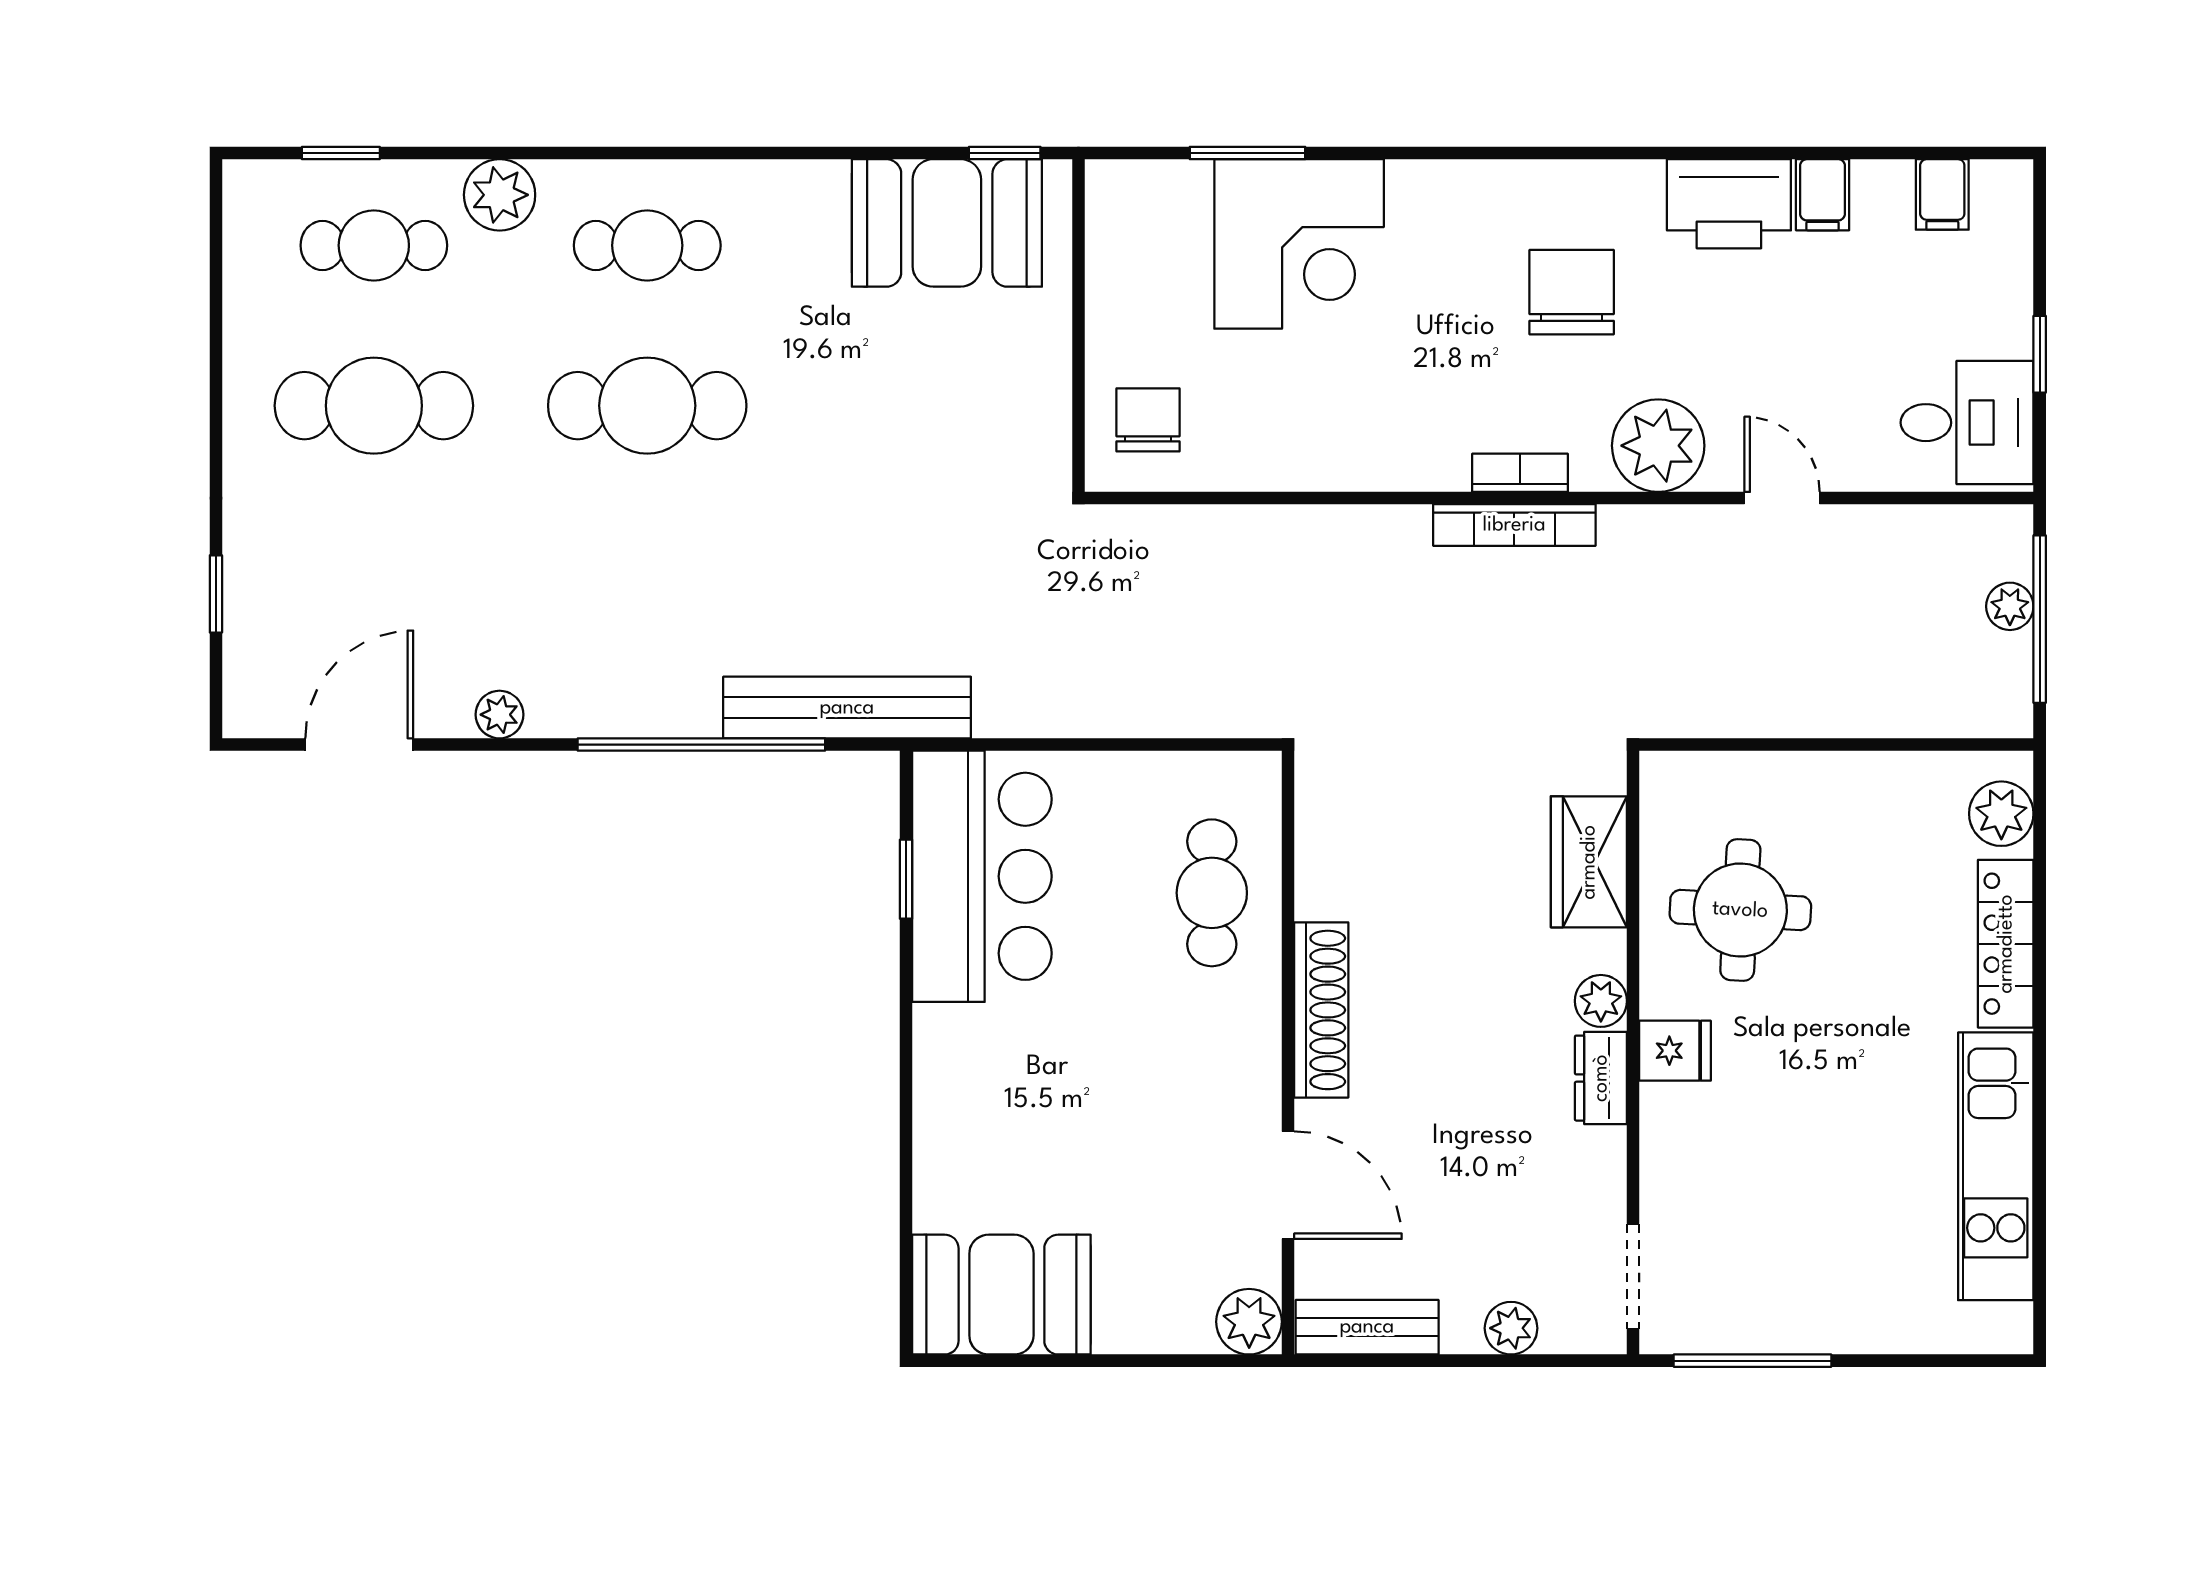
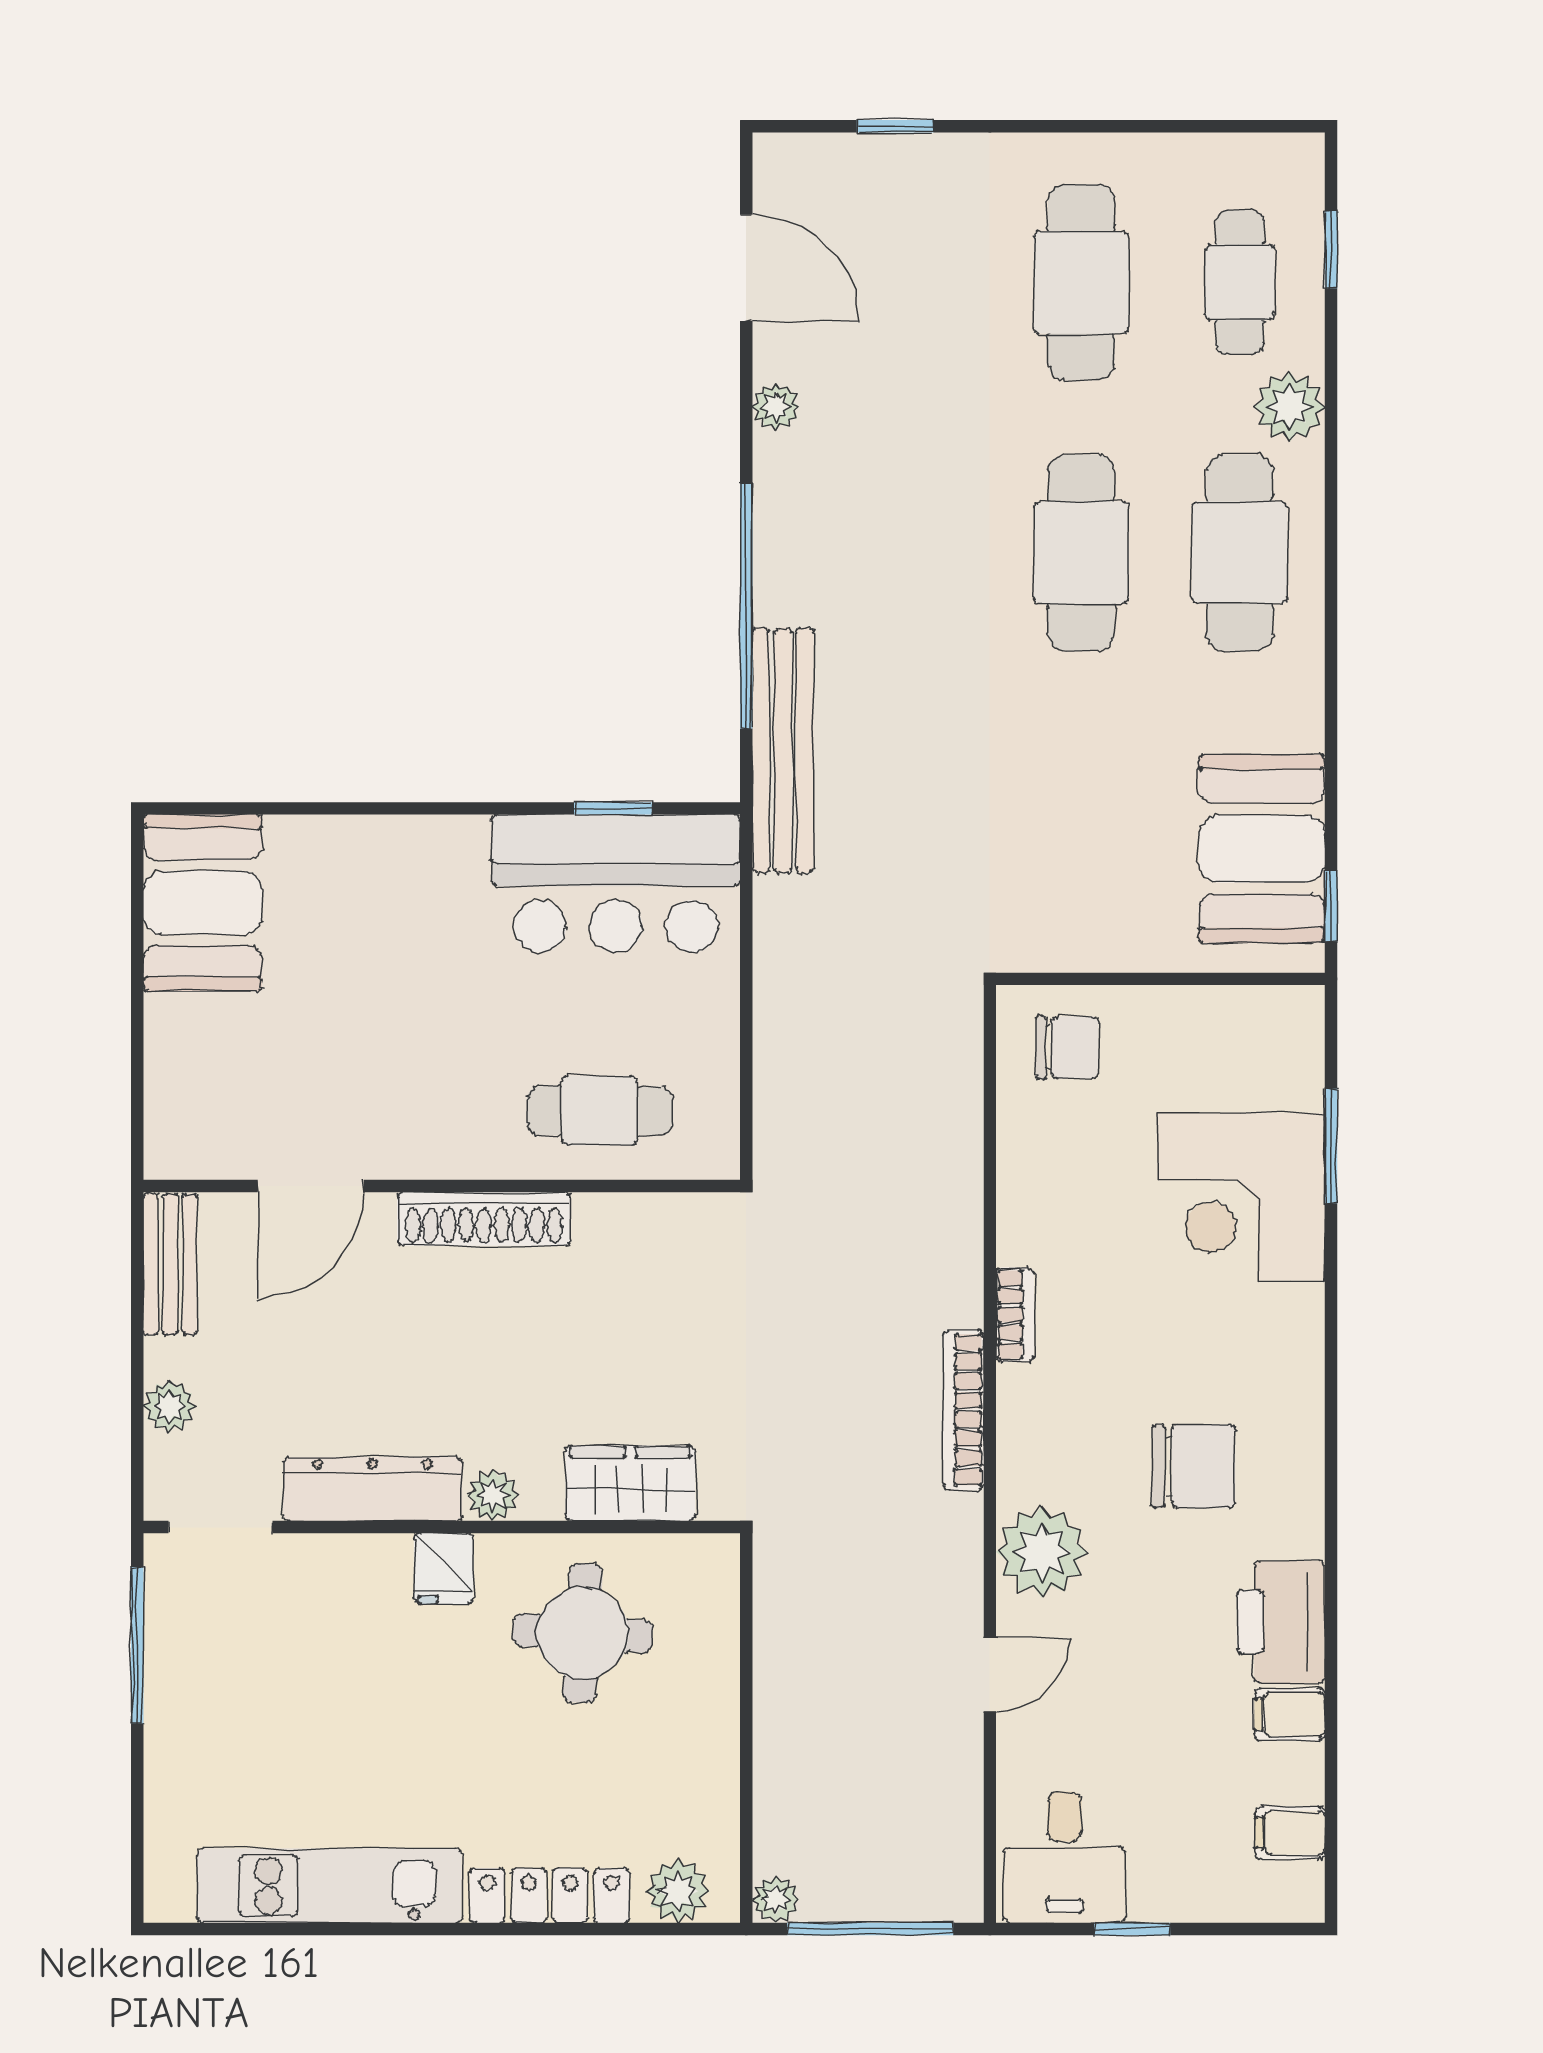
cafe table: (647, 245) -> (1240, 553), width x1.37, depth x1.35
bookcase: (1520, 473) -> (1015, 1315), moved
plant: (2010, 606) -> (776, 1900), moved
dresser: (1601, 1078) -> (373, 1489), width x1.96, depth x1.24
plant: (1249, 1322) -> (176, 1147), removed

